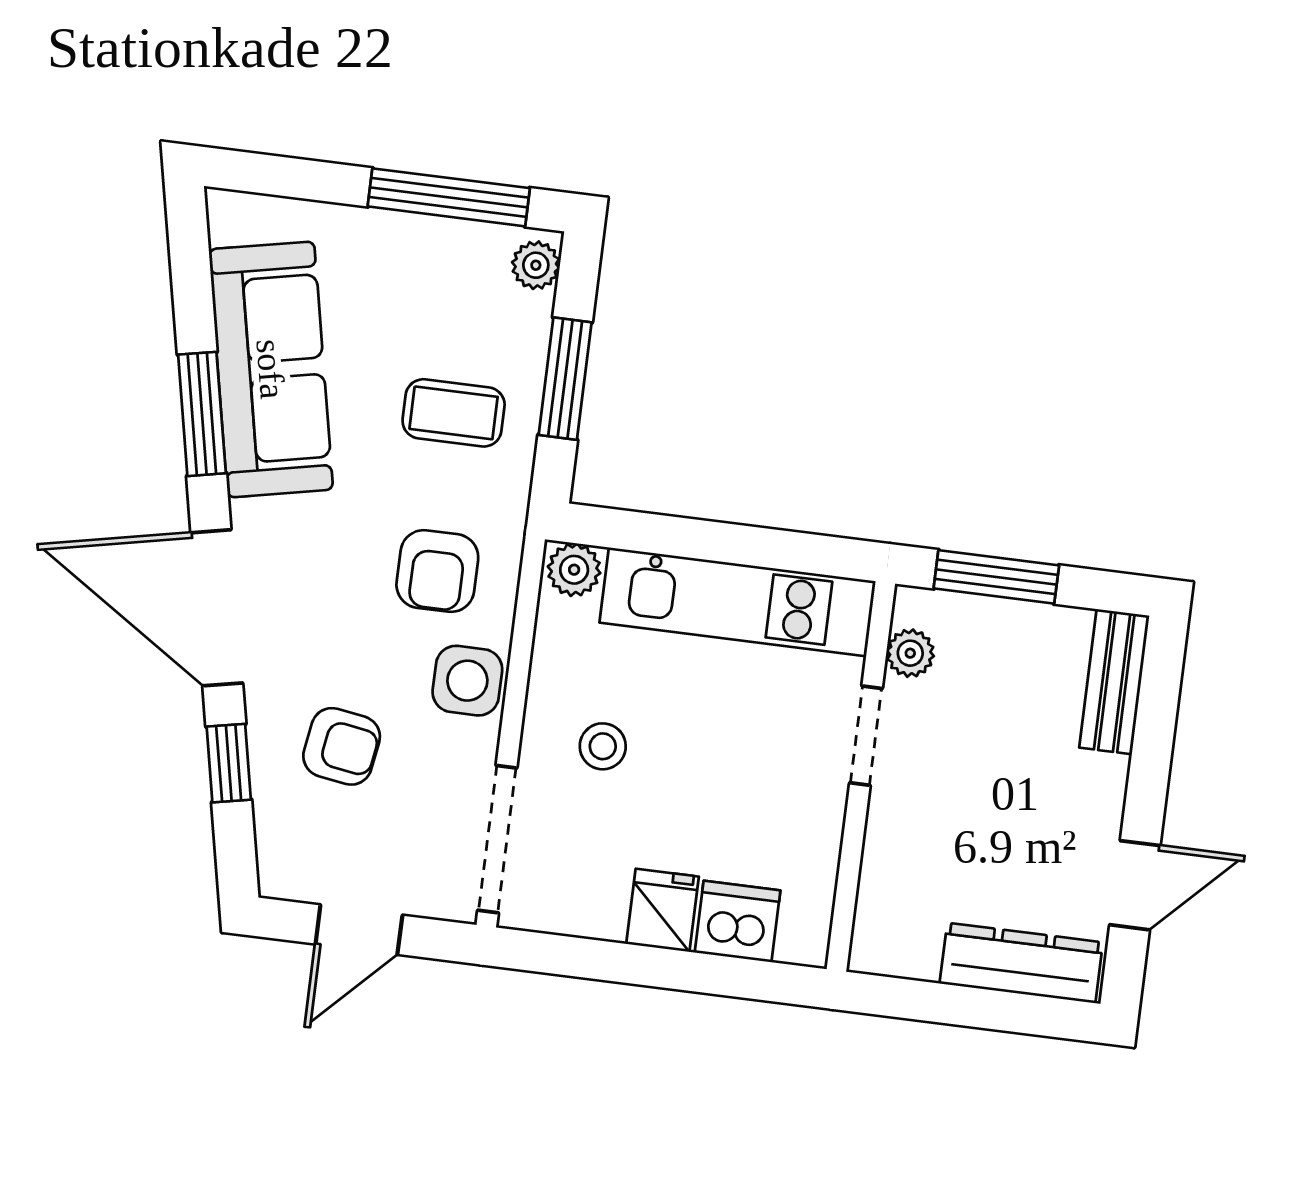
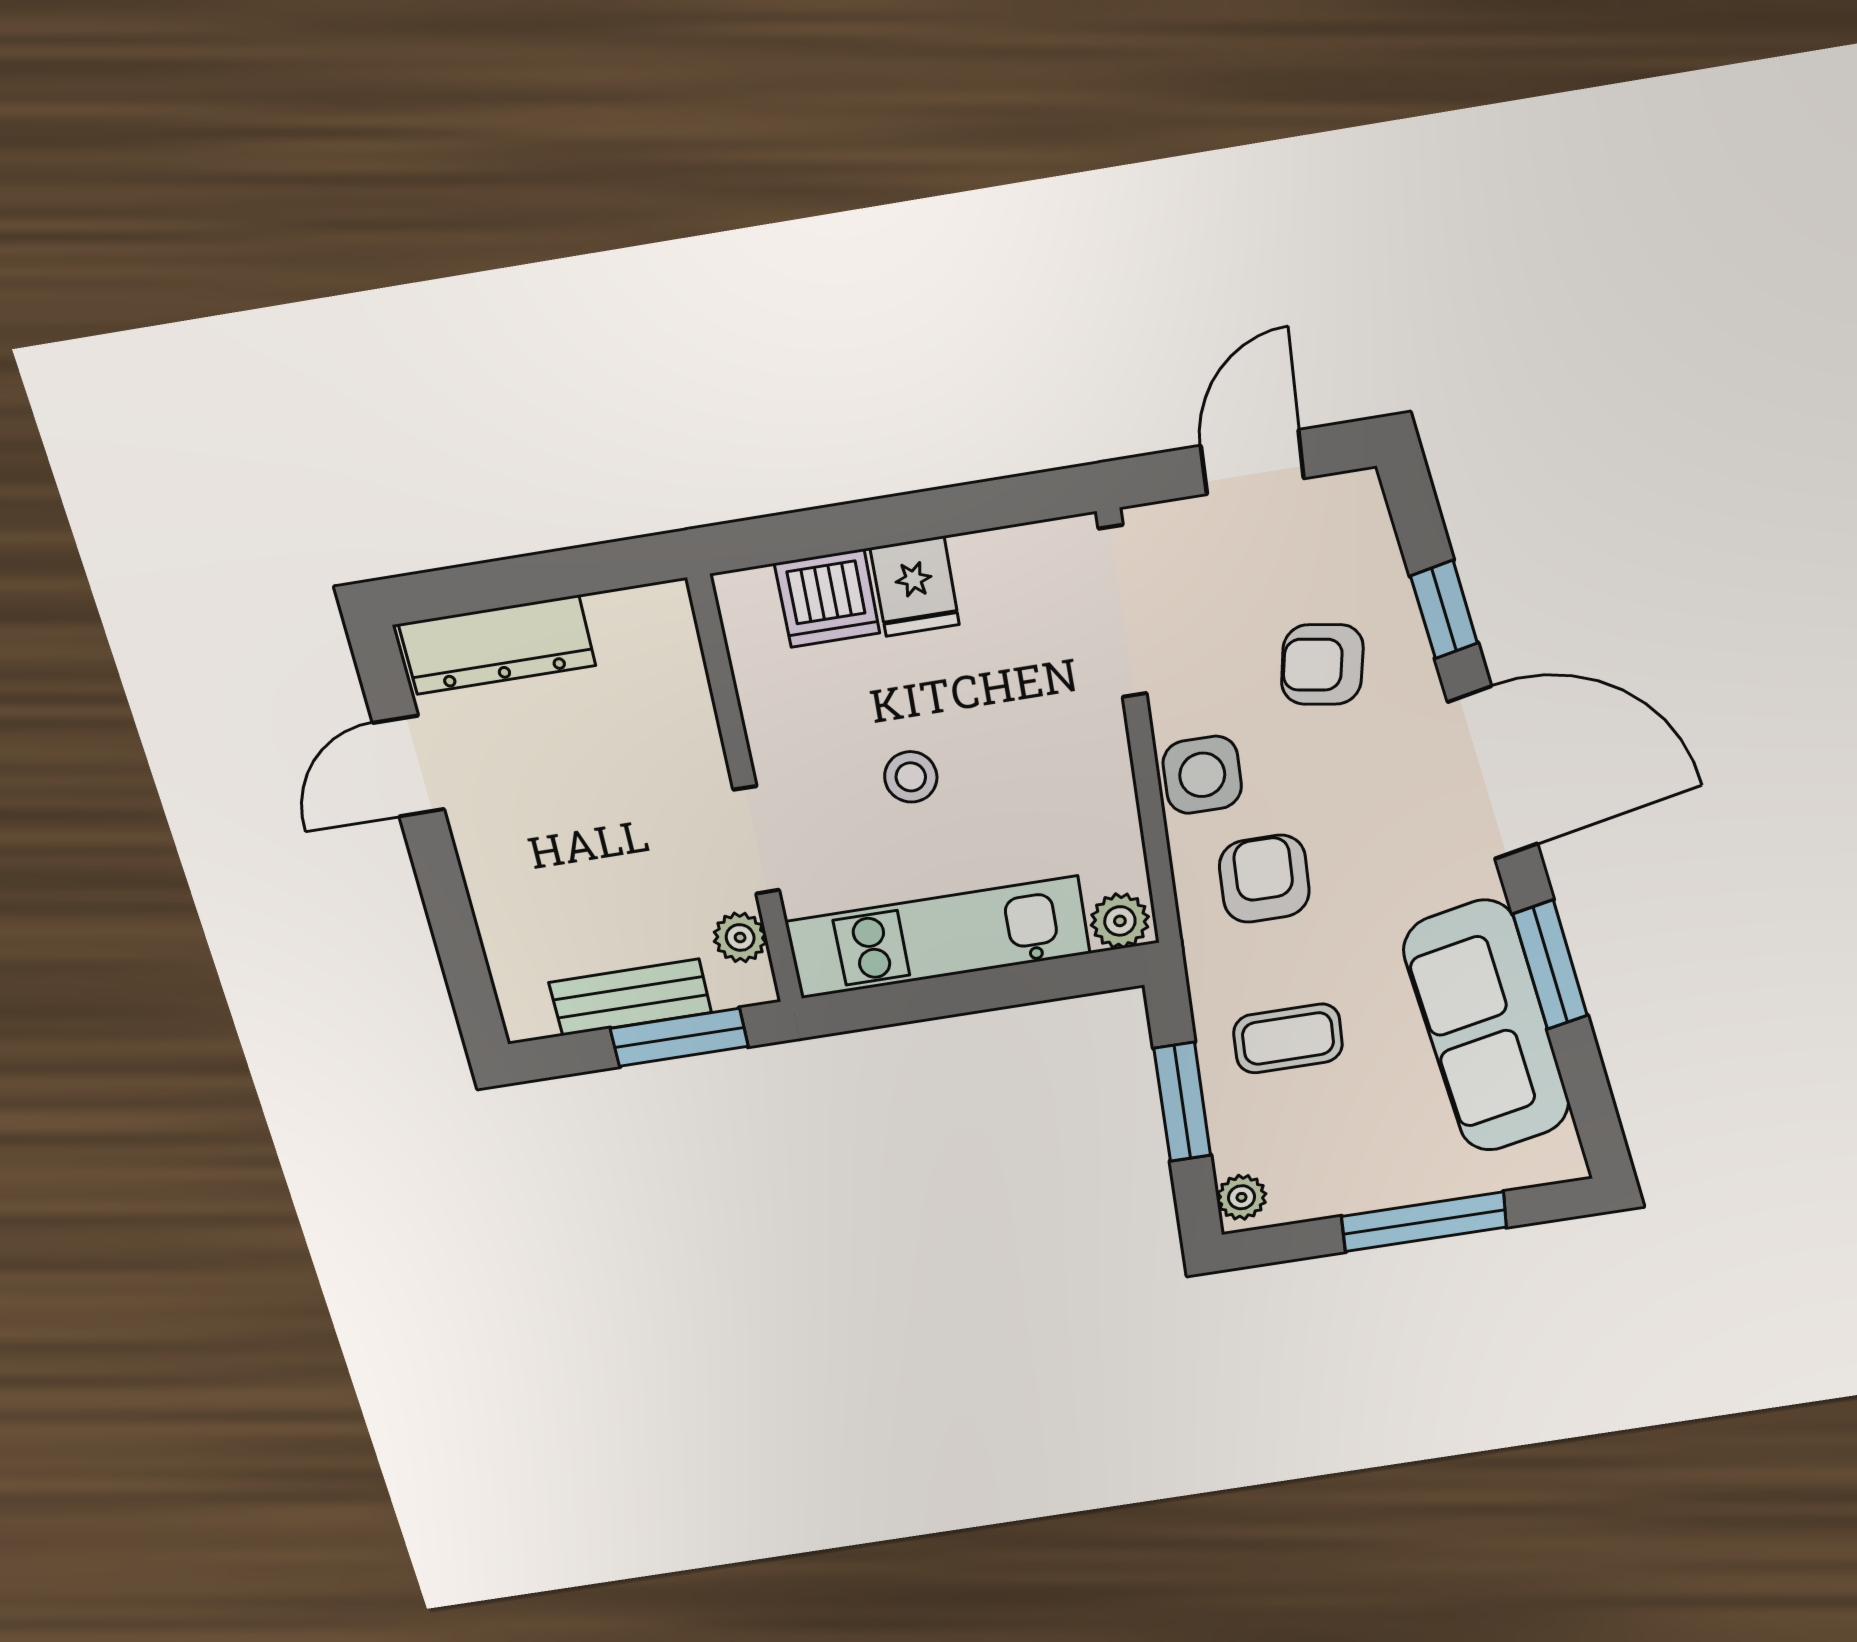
window: (449, 197) -> (1424, 1222), moved
bench: (1114, 682) -> (630, 997), moved, turned 90
stool: (603, 746) -> (911, 777), moved

